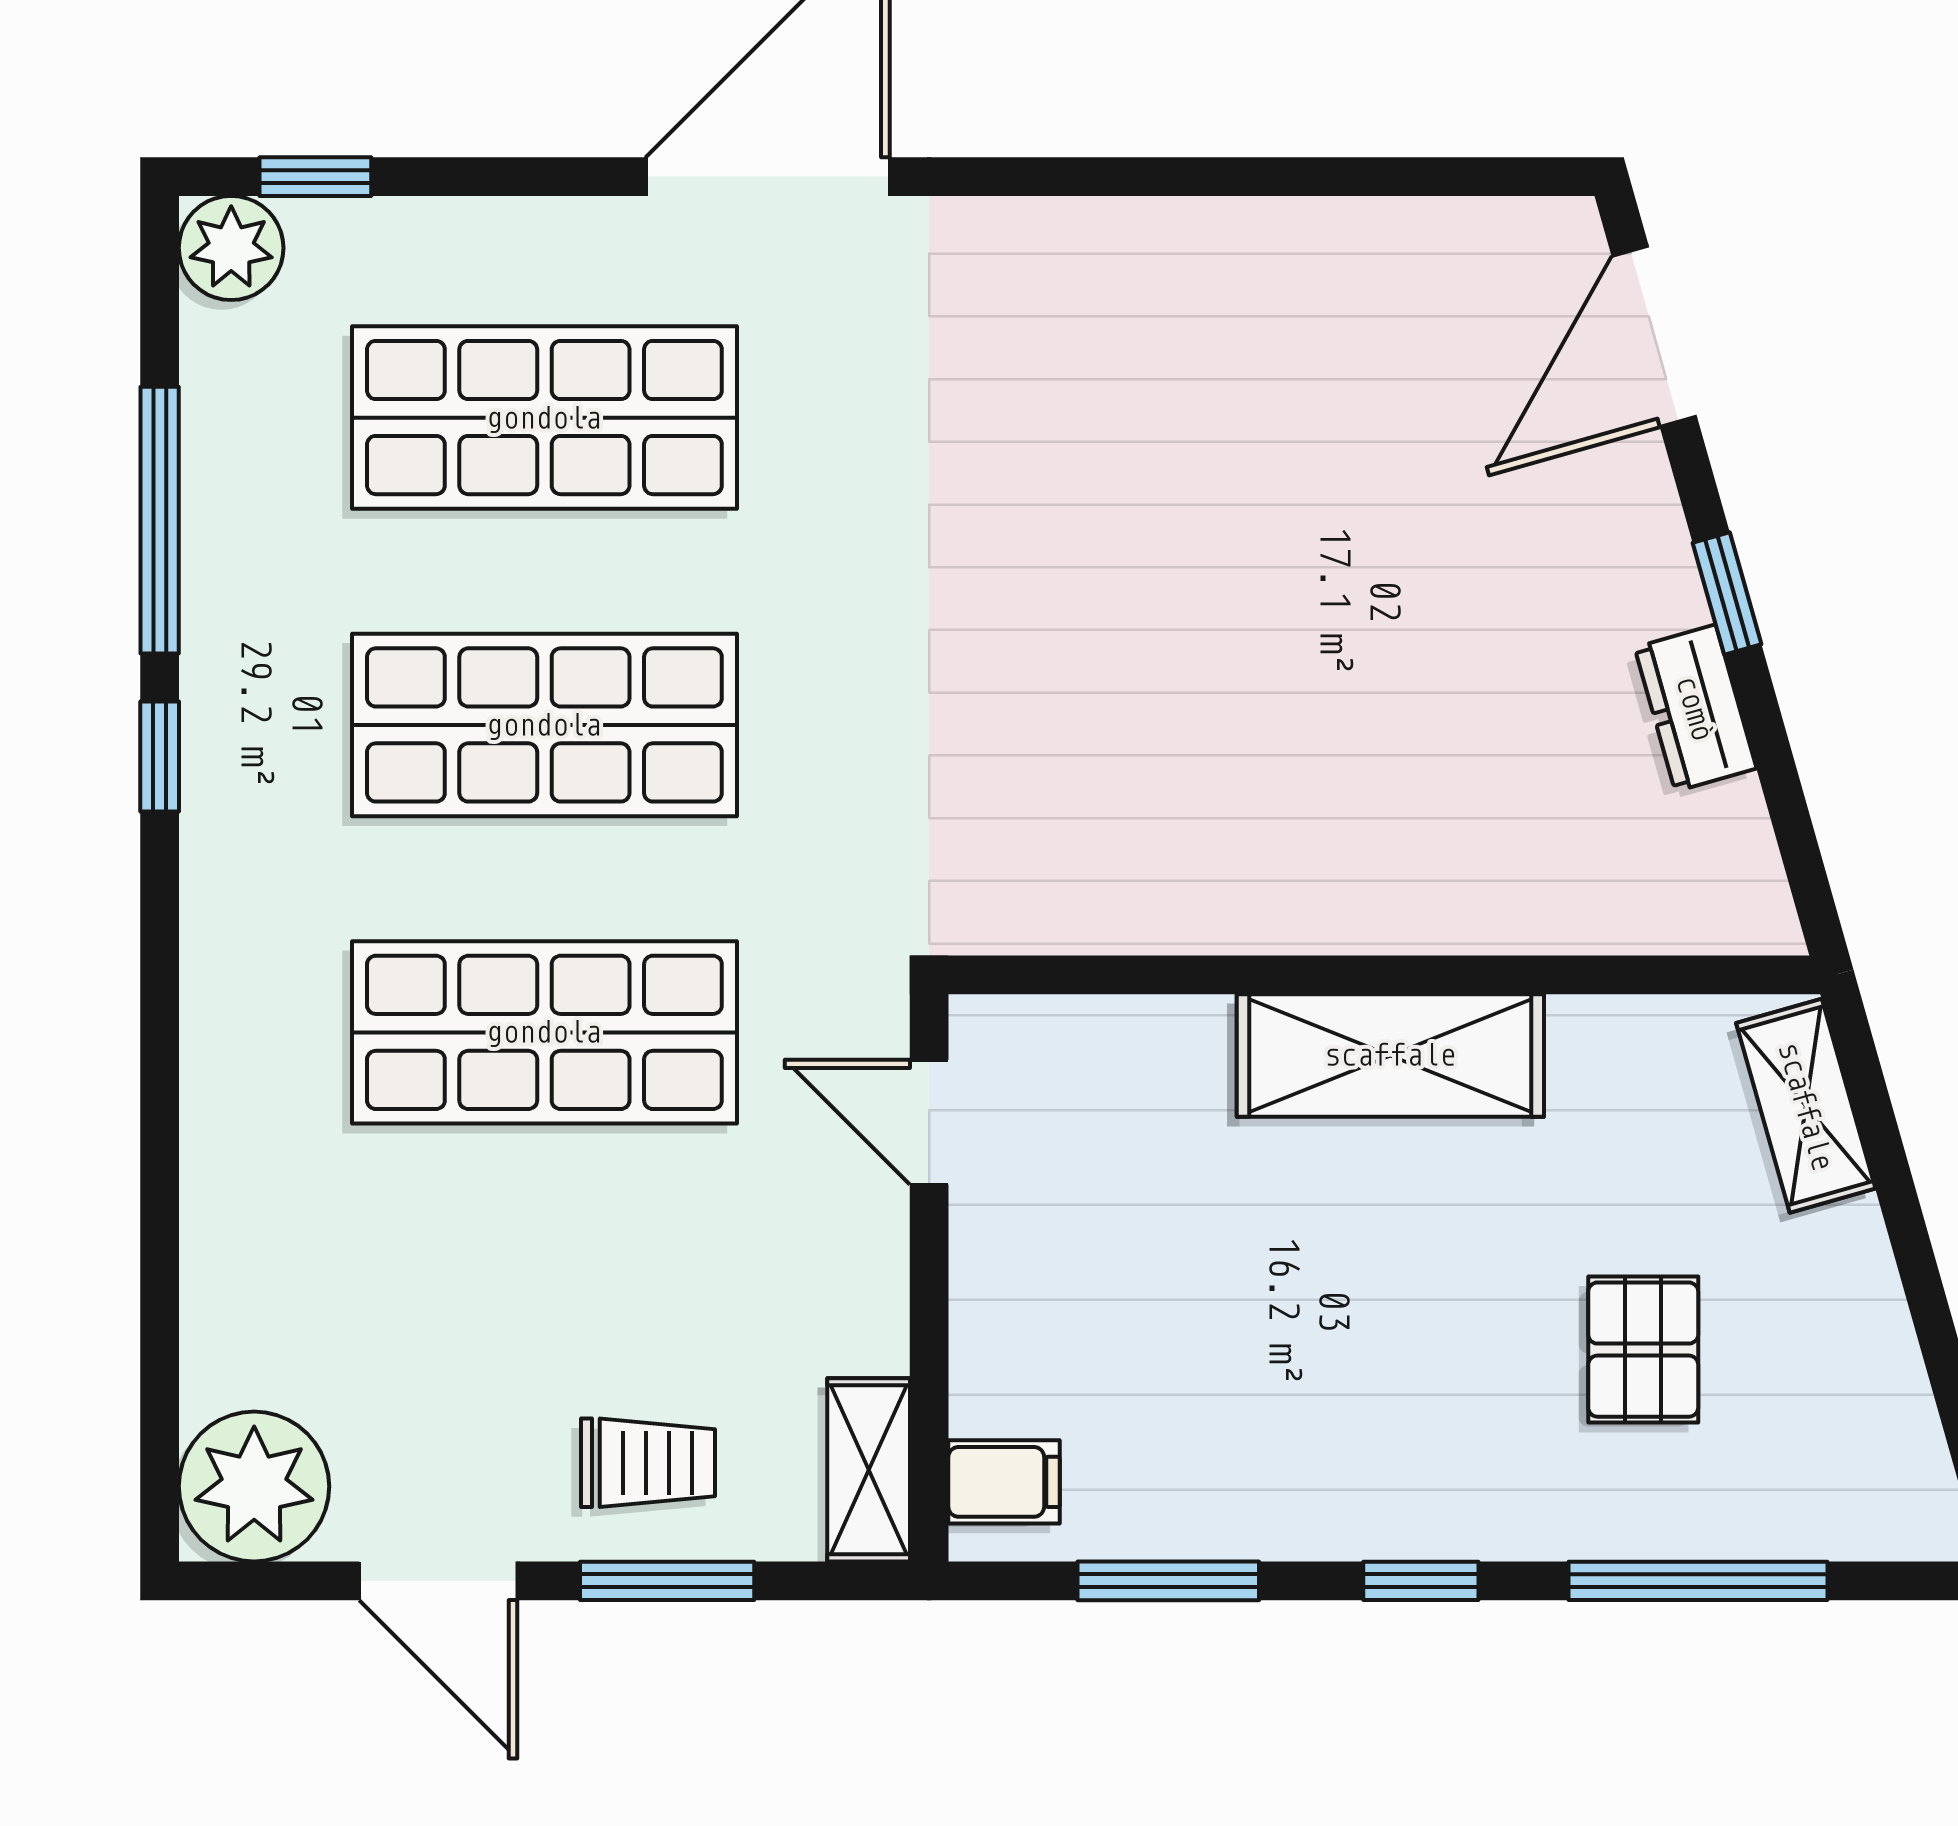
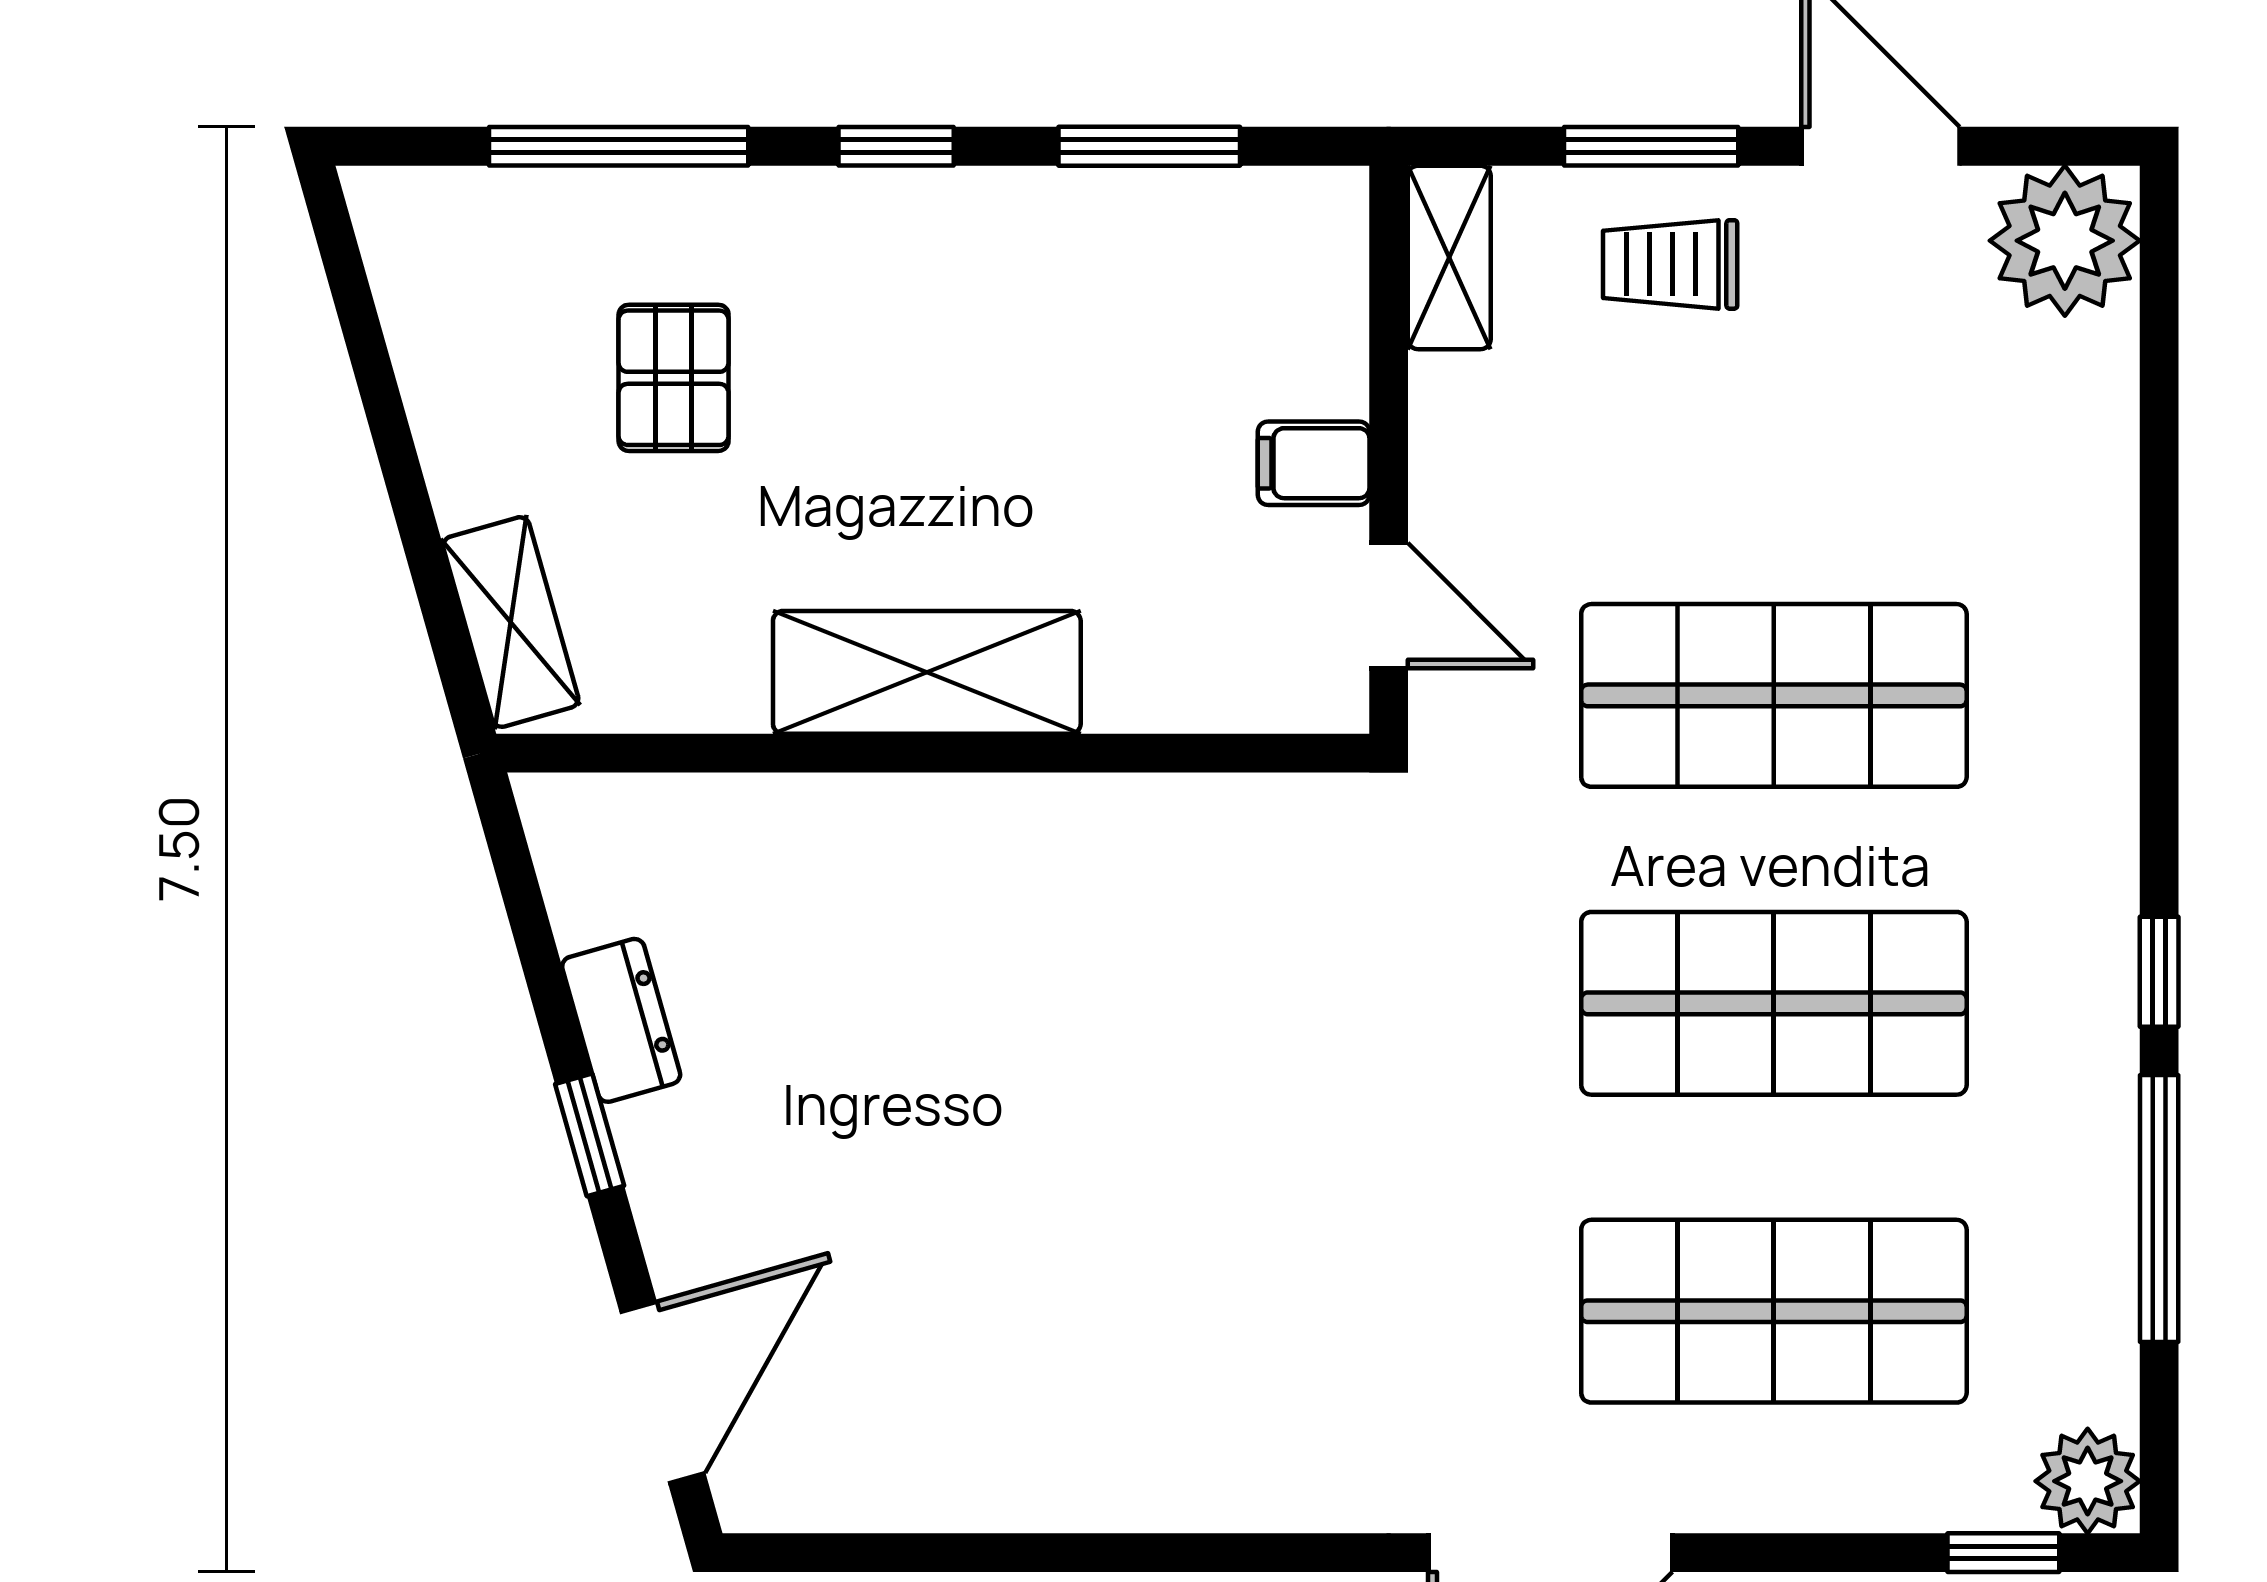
filing cabinet: (1004, 1482) -> (1314, 463), moved

